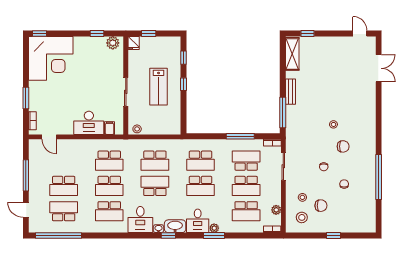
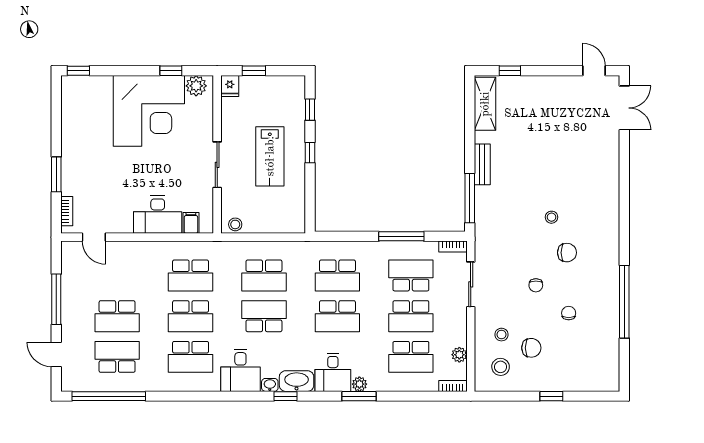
corner desk: (51, 58) -> (149, 111), moved
double door: (379, 68) -> (624, 108), moved

